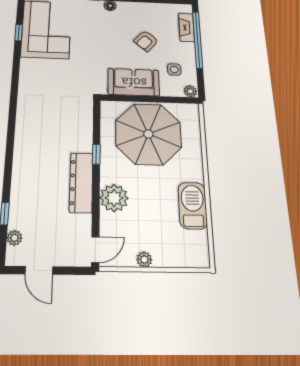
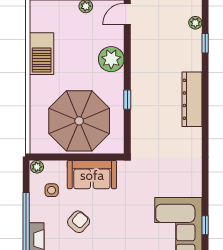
dresser: (81, 182) -> (192, 99), moved, turned 180

